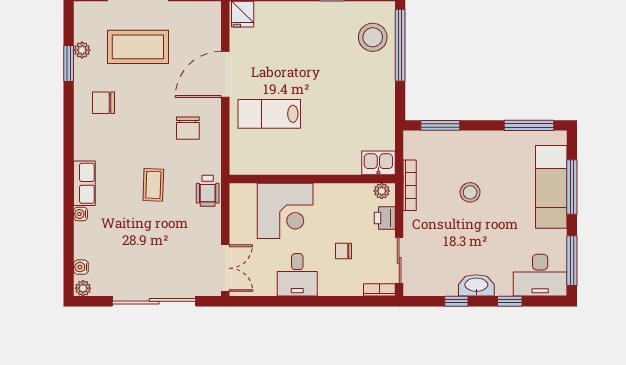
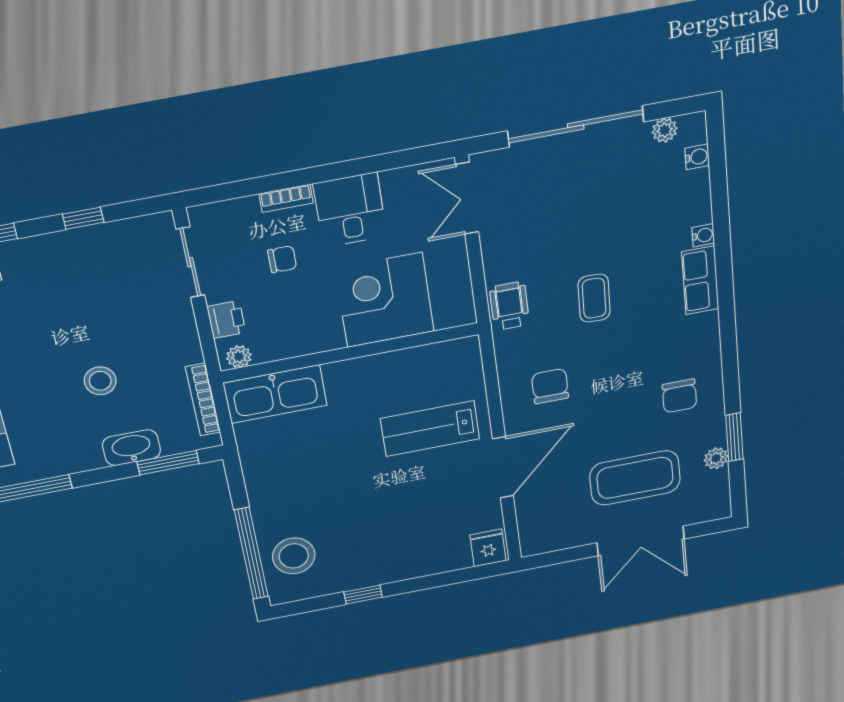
chair: (104, 103) -> (679, 396), turned 90
lab bench: (269, 114) -> (430, 429), turned 180
kitchen sink: (378, 163) -> (275, 394), width x1.88, depth x1.24
bookcase: (410, 185) -> (203, 400), moved
washbasin: (476, 285) -> (131, 448), moved, turned 180
plant: (83, 288) -> (665, 130), moved
bookcase: (379, 290) -> (286, 198), moved

